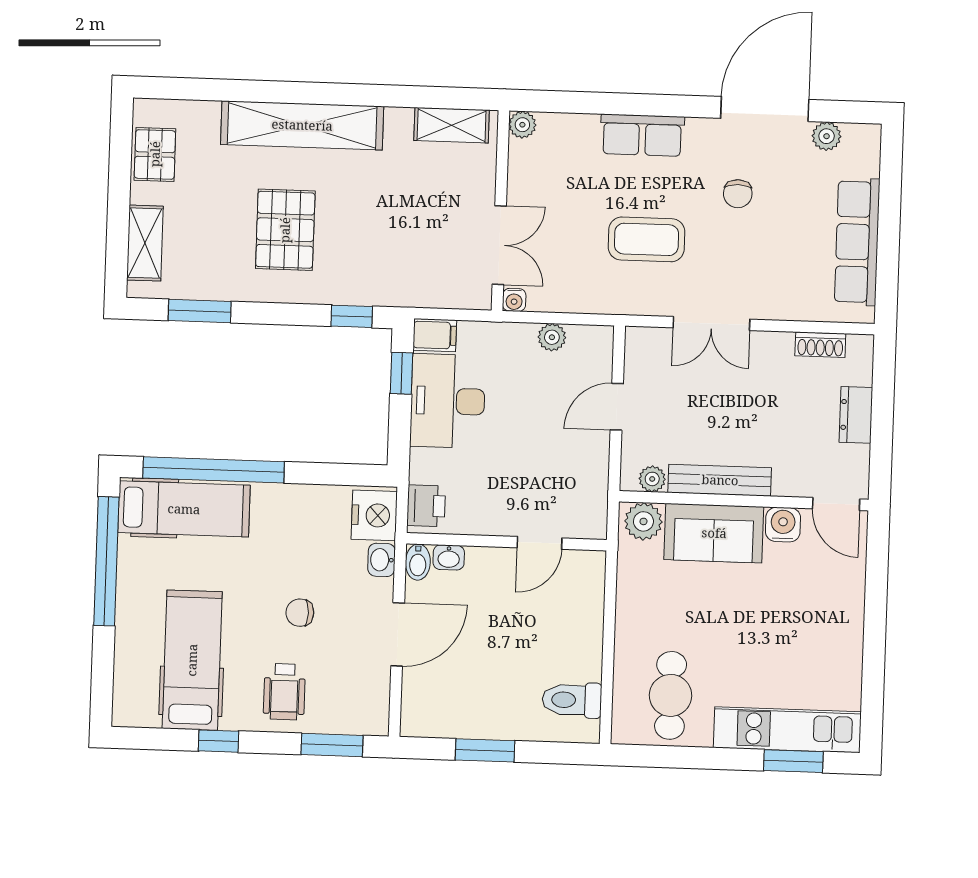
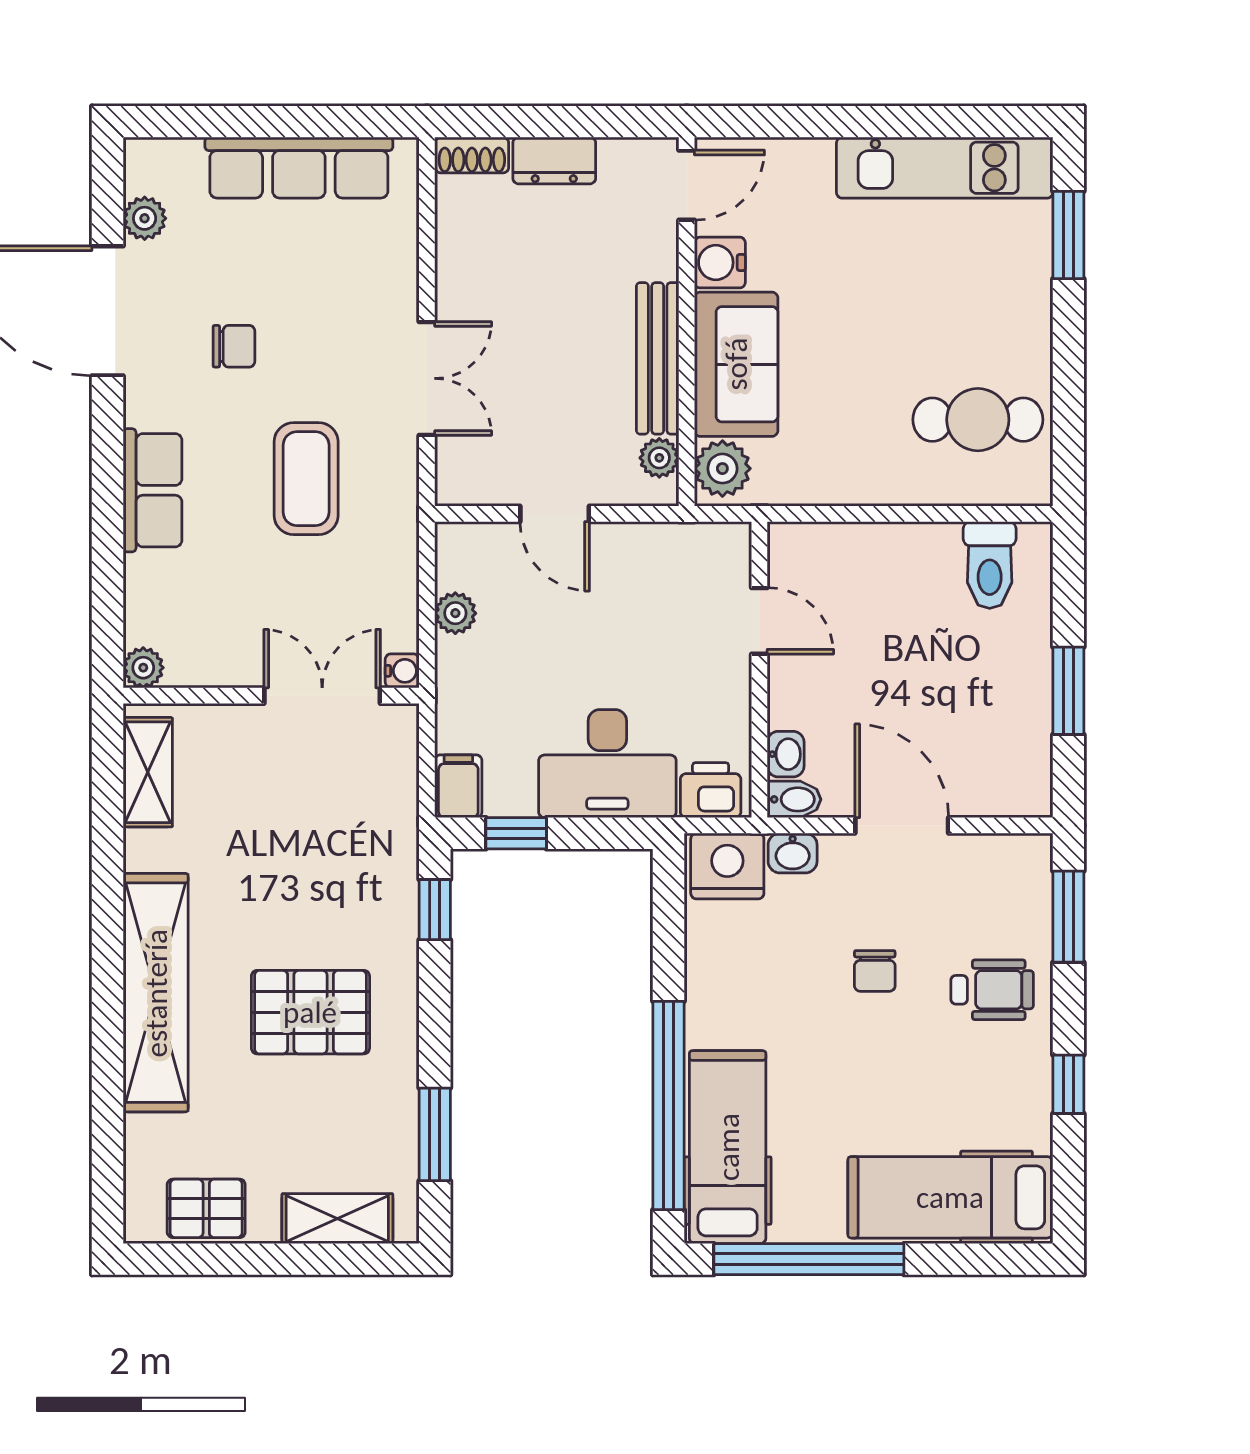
shoe rack: (820, 345) -> (472, 155), moved, turned 90
desk: (448, 401) -> (607, 764), moved
hospital bed: (192, 660) -> (950, 1197), moved
kitchen unit: (787, 730) -> (945, 168), moved, turned -90

